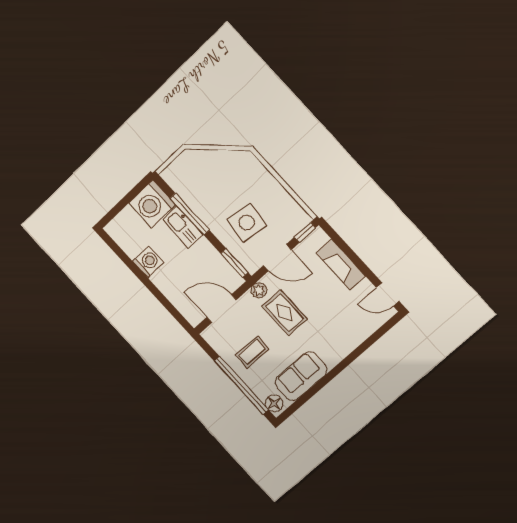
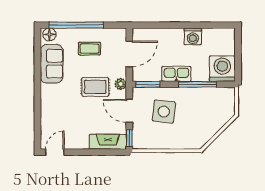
kitchen sink: (183, 227) -> (176, 74), moved
door: (277, 258) -> (129, 111), hinge flipped
fireplace: (341, 264) -> (108, 142), moved
coffee table: (252, 352) -> (89, 49), turned 90

